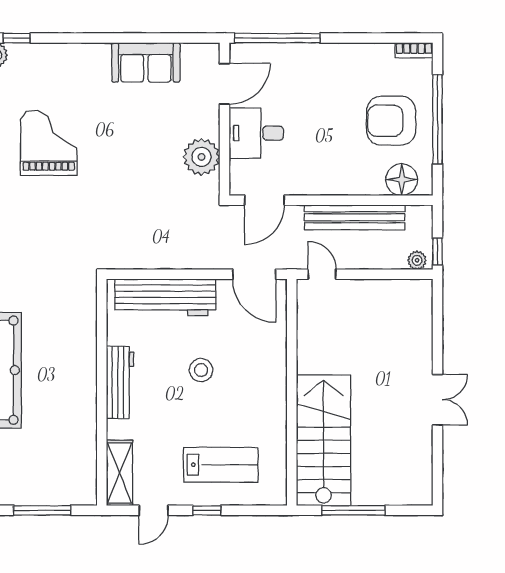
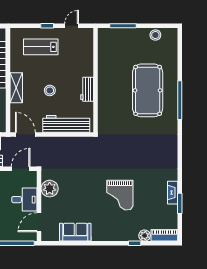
workbench: (120, 382) -> (87, 89), width x0.73
shelving: (120, 473) -> (16, 88), moved

